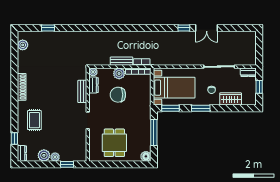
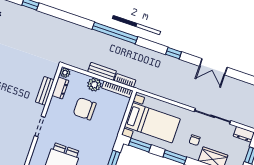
window: (121, 28) -> (115, 33), added
window: (184, 28) -> (174, 53), moved

